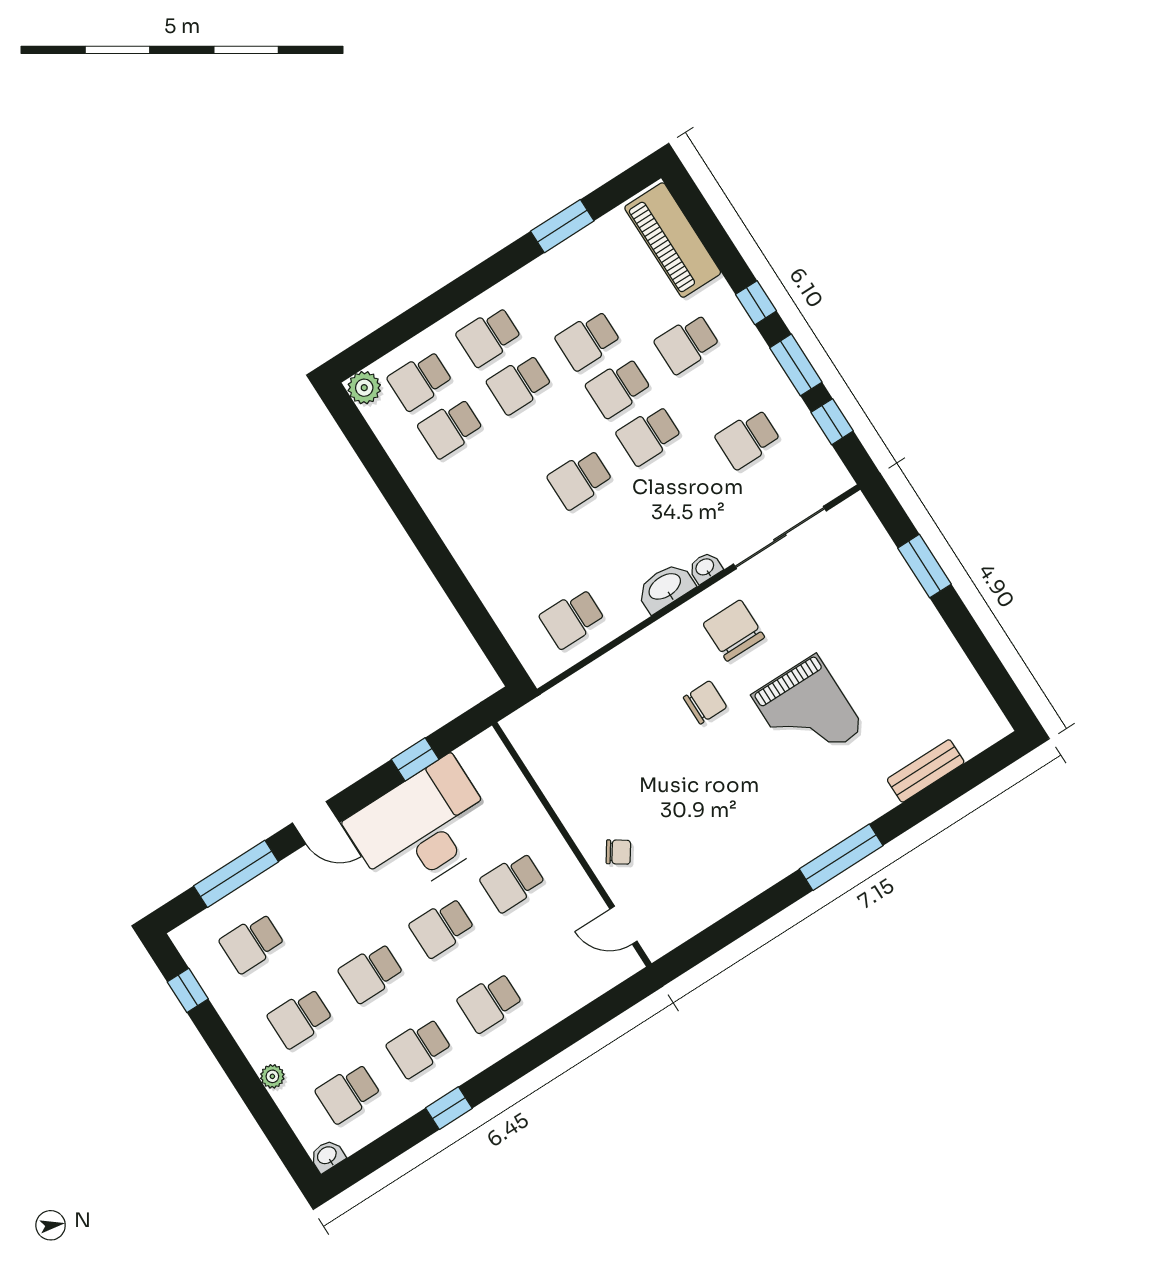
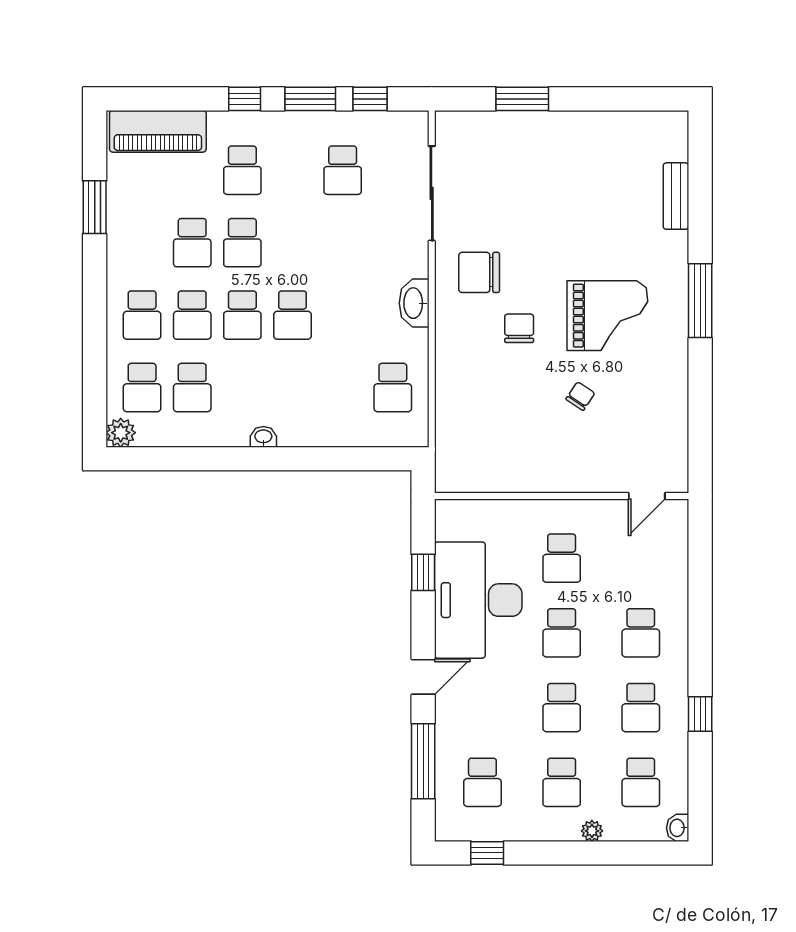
school desk: (649, 435) -> (242, 315), moved
washbasin: (705, 567) -> (263, 437), moved, turned 90
grand piano: (808, 712) -> (607, 316), moved
chair: (618, 852) -> (580, 396), moved

